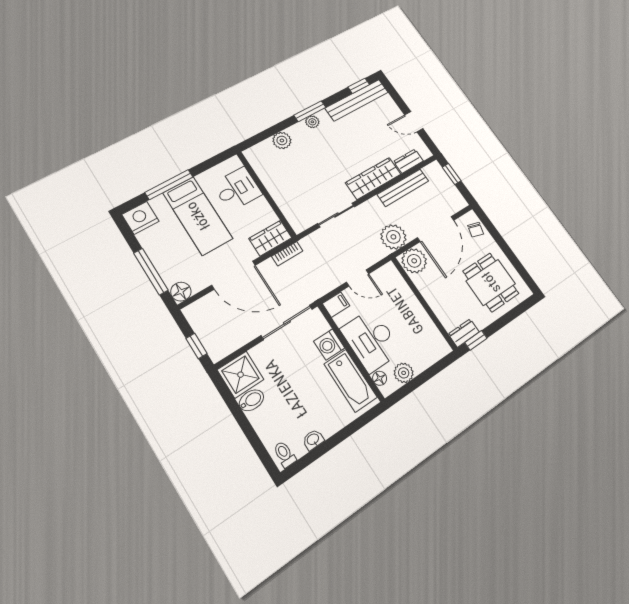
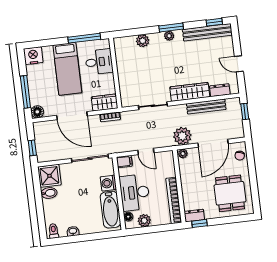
window: (169, 185) -> (84, 38), moved
plant: (414, 261) -> (183, 154), width x0.53, depth x0.53
bookcase: (427, 326) -> (174, 200), added

